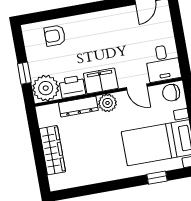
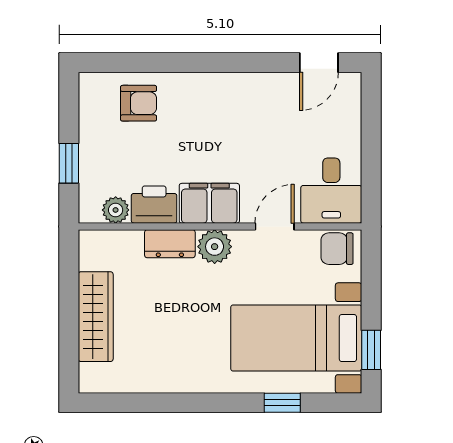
armchair: (55, 36) -> (139, 103), turned 180
door: (137, 87) -> (275, 226), swing flipped
plant: (46, 88) -> (116, 210), width x0.53, depth x0.53
dresser: (78, 107) -> (170, 244), width x0.70

